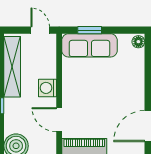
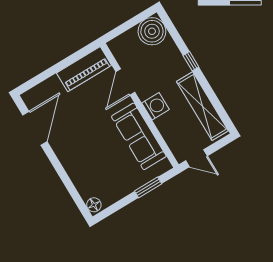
sofa: (89, 45) -> (139, 136), moved, turned -90
door: (59, 120) -> (125, 82), swing flipped

